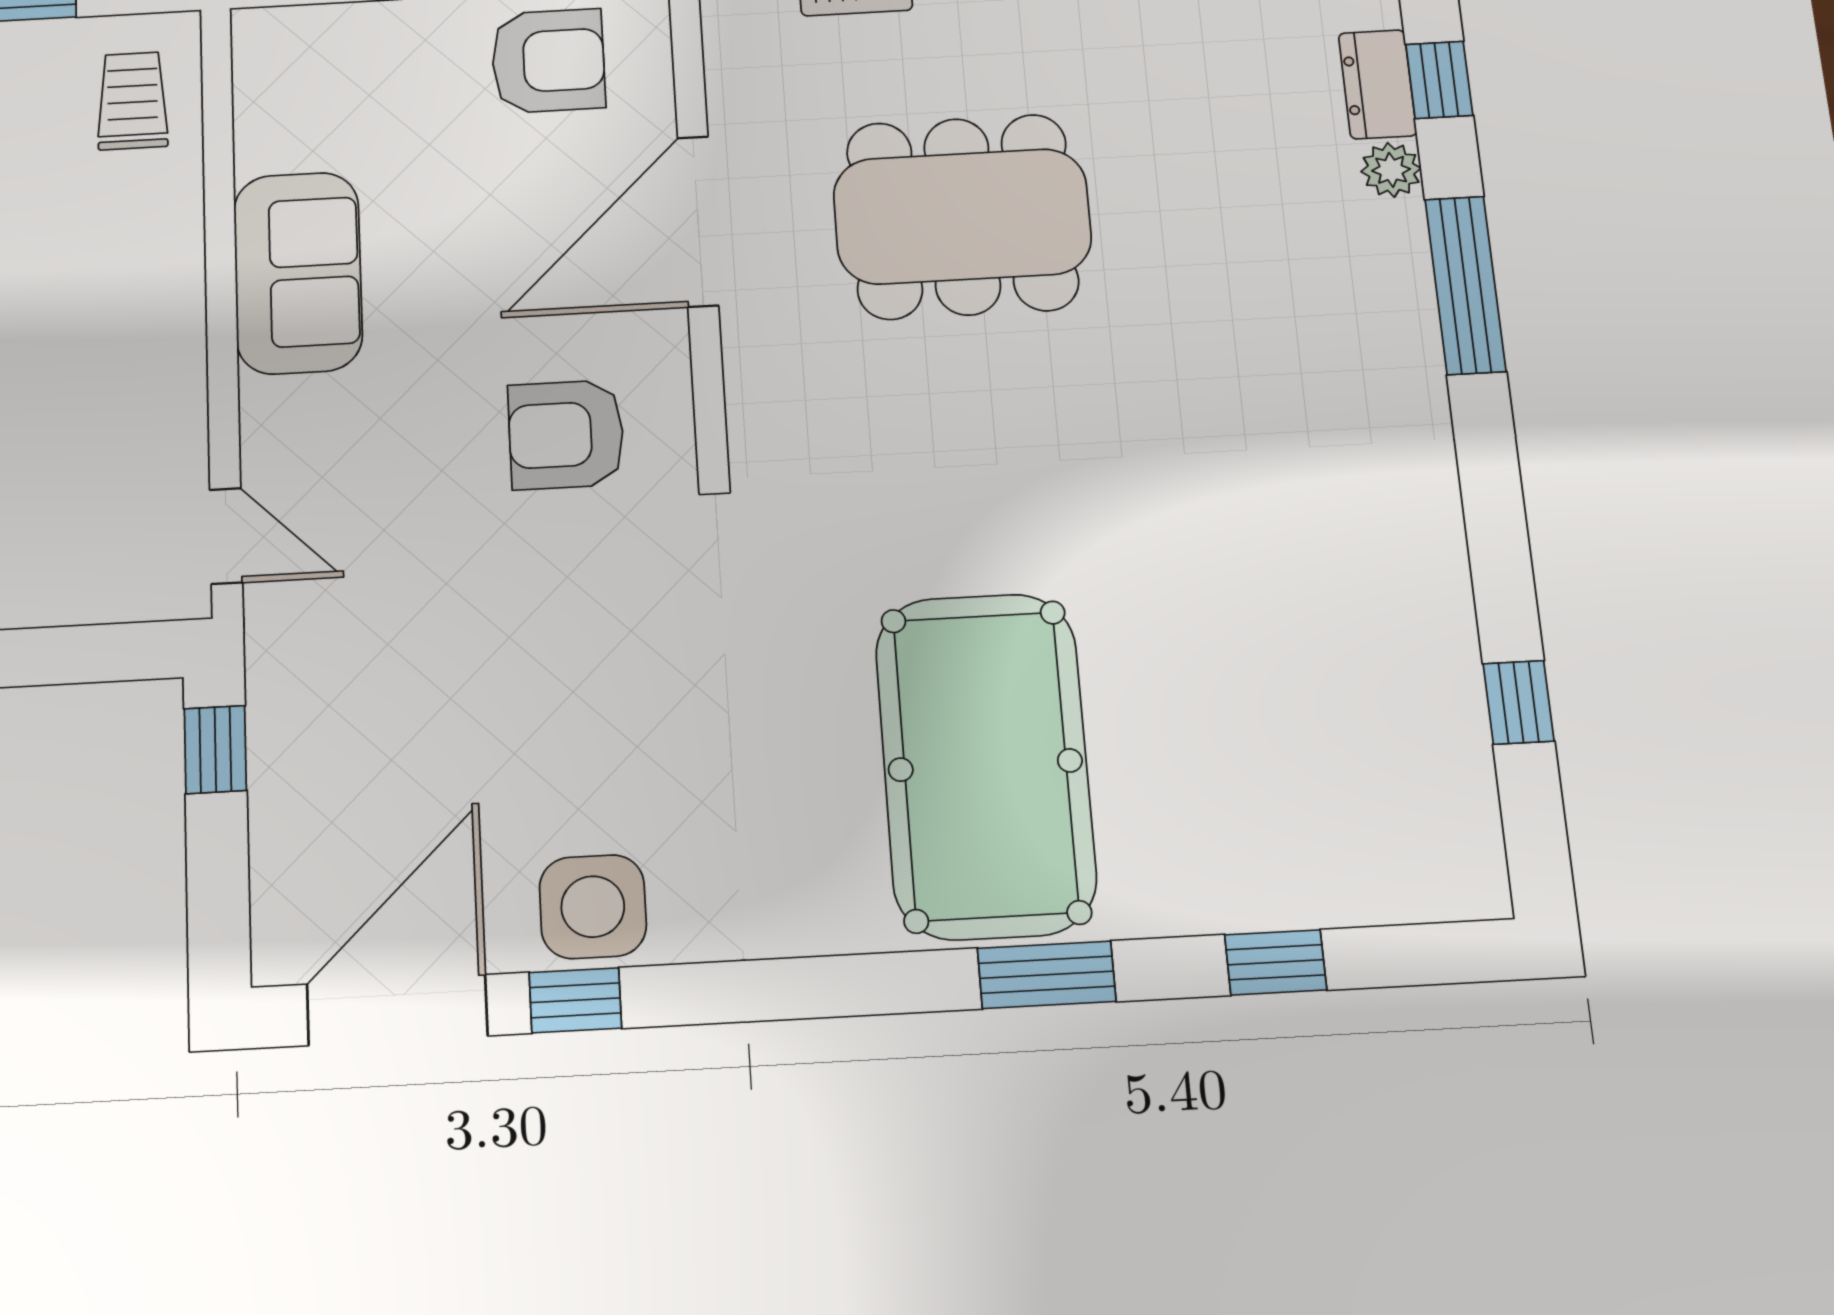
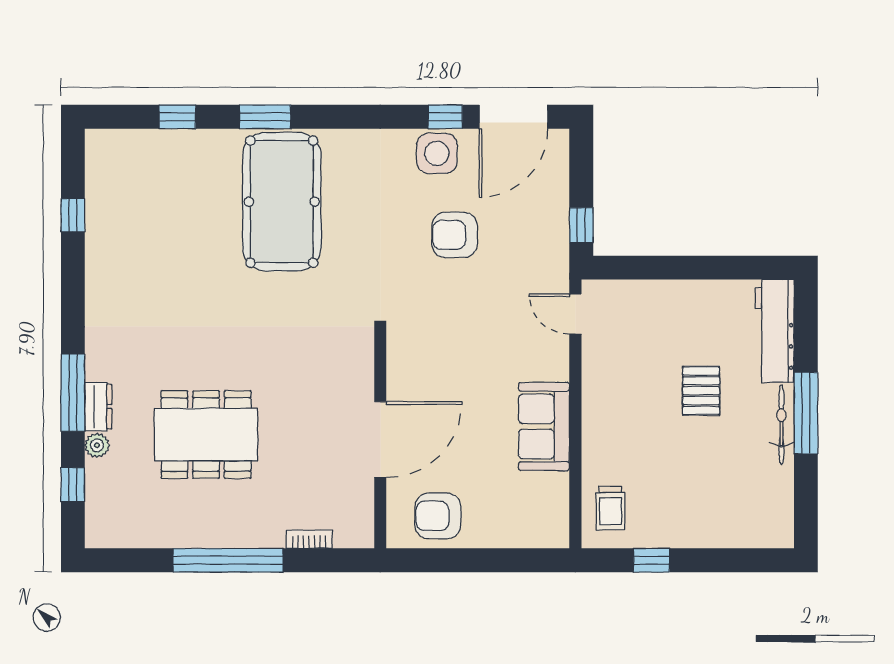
dresser: (1377, 84) -> (98, 407), moved
dining table: (962, 216) -> (206, 435), moved
armchair: (566, 435) -> (454, 235), moved, turned 180

